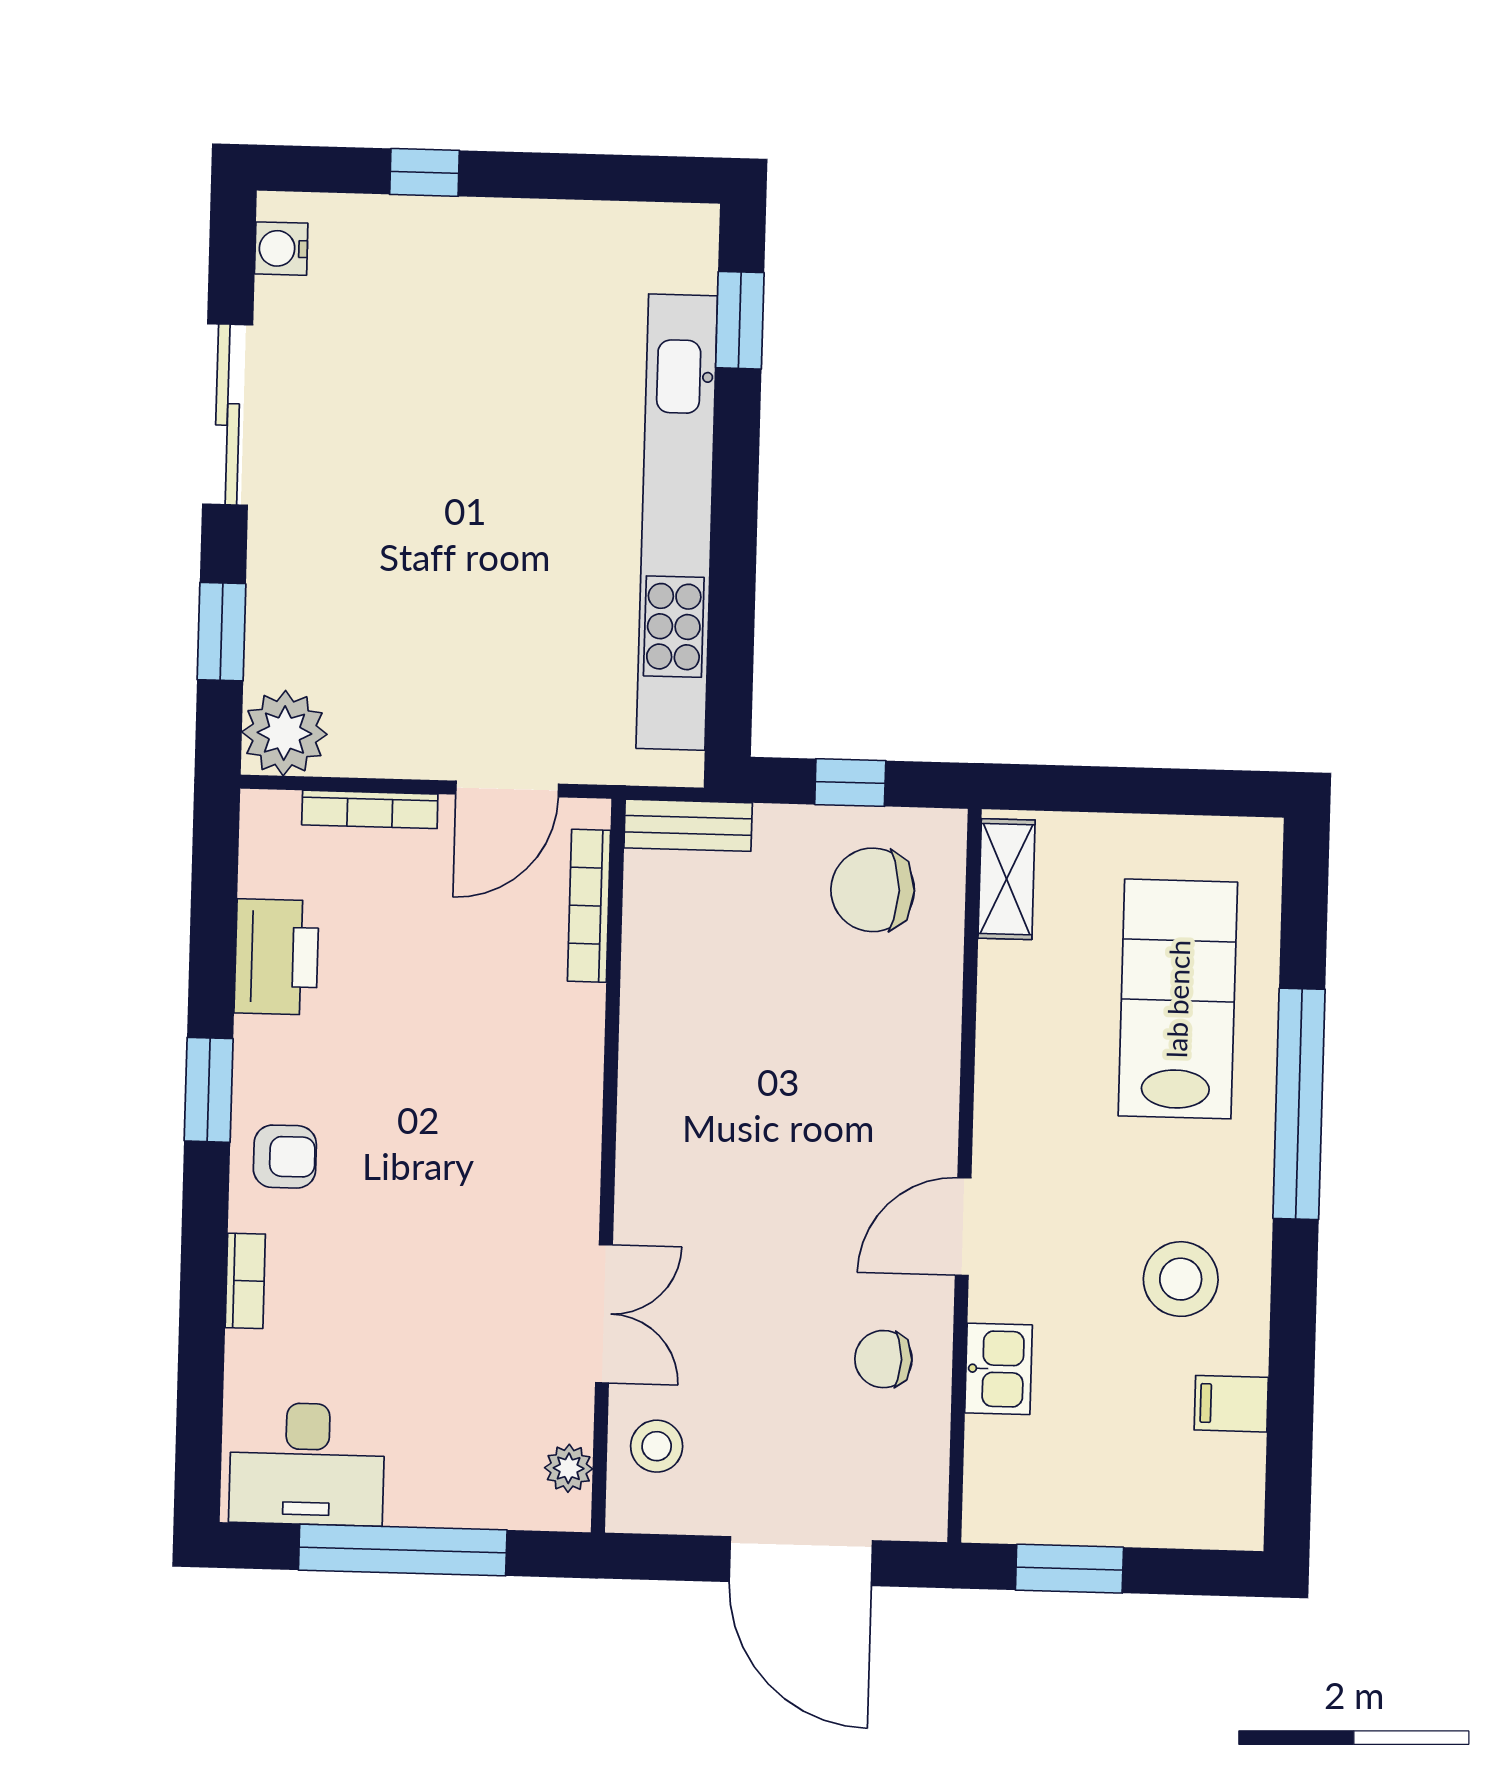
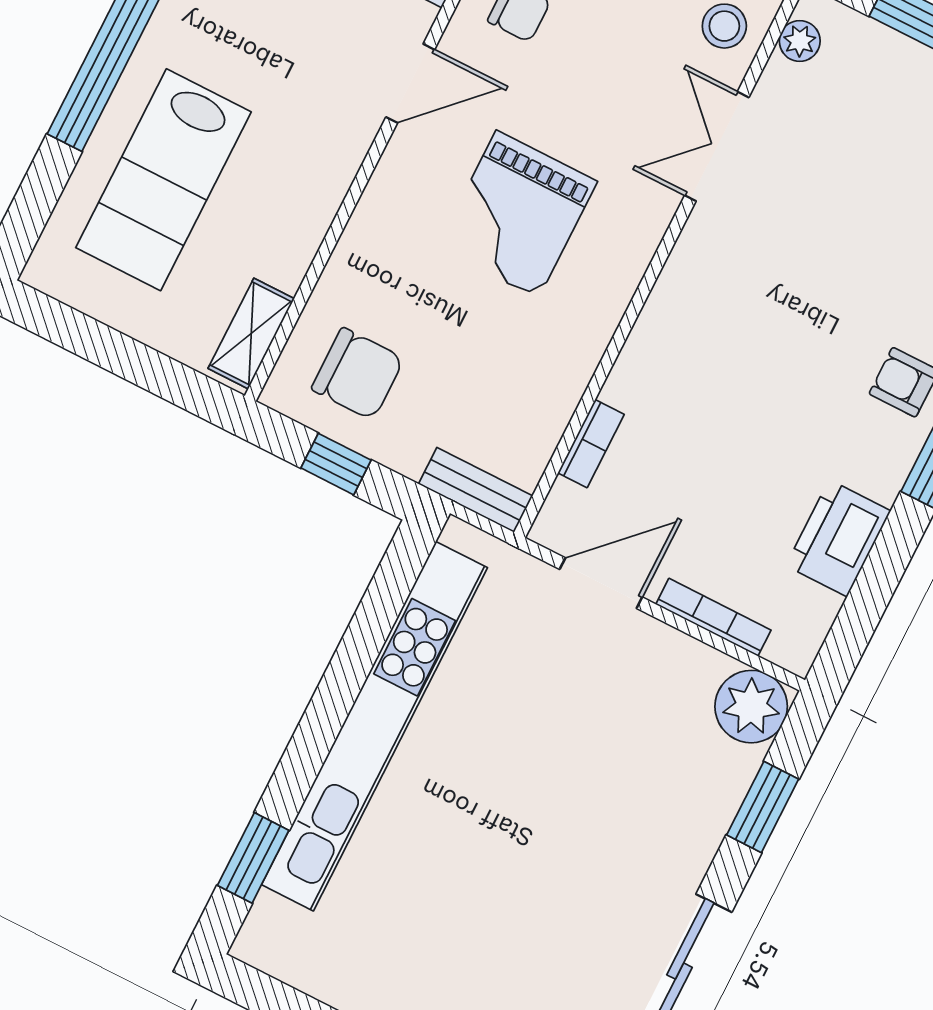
bookcase: (589, 906) -> (591, 444), width x0.64
grand piano: (783, 1141) -> (517, 214), added

